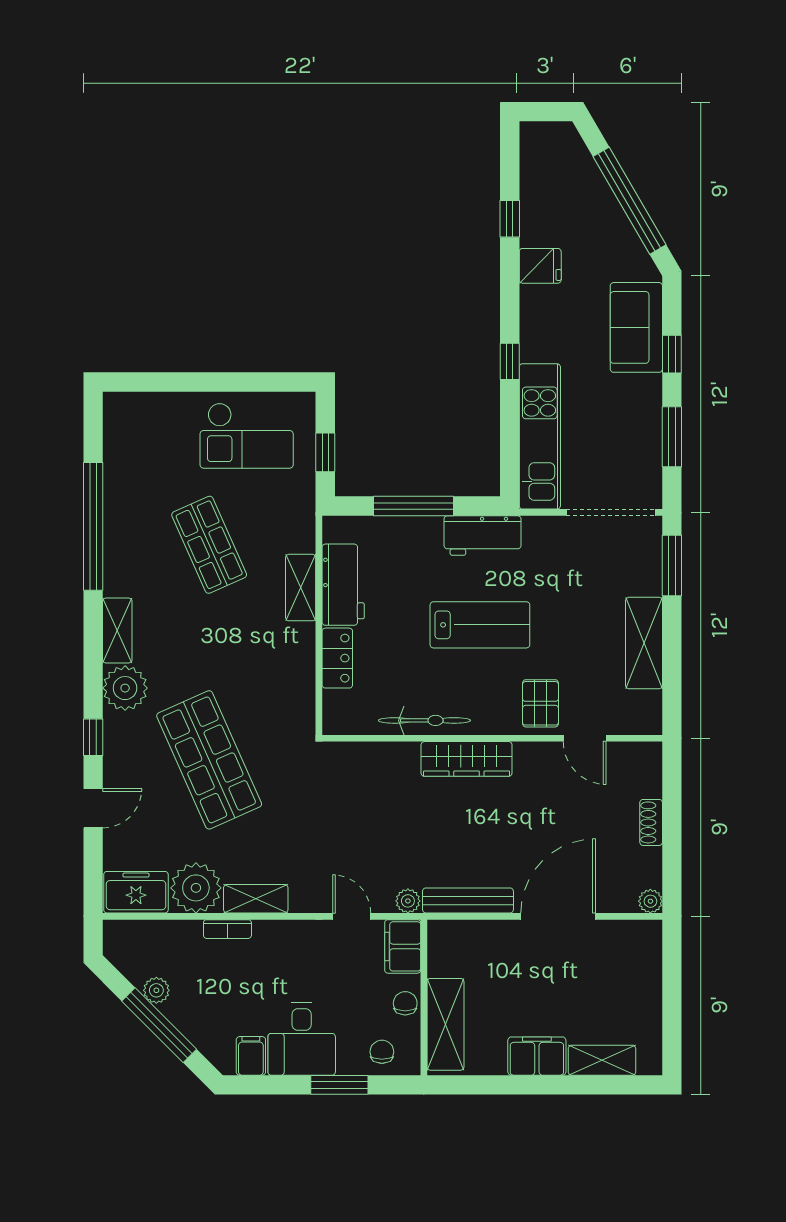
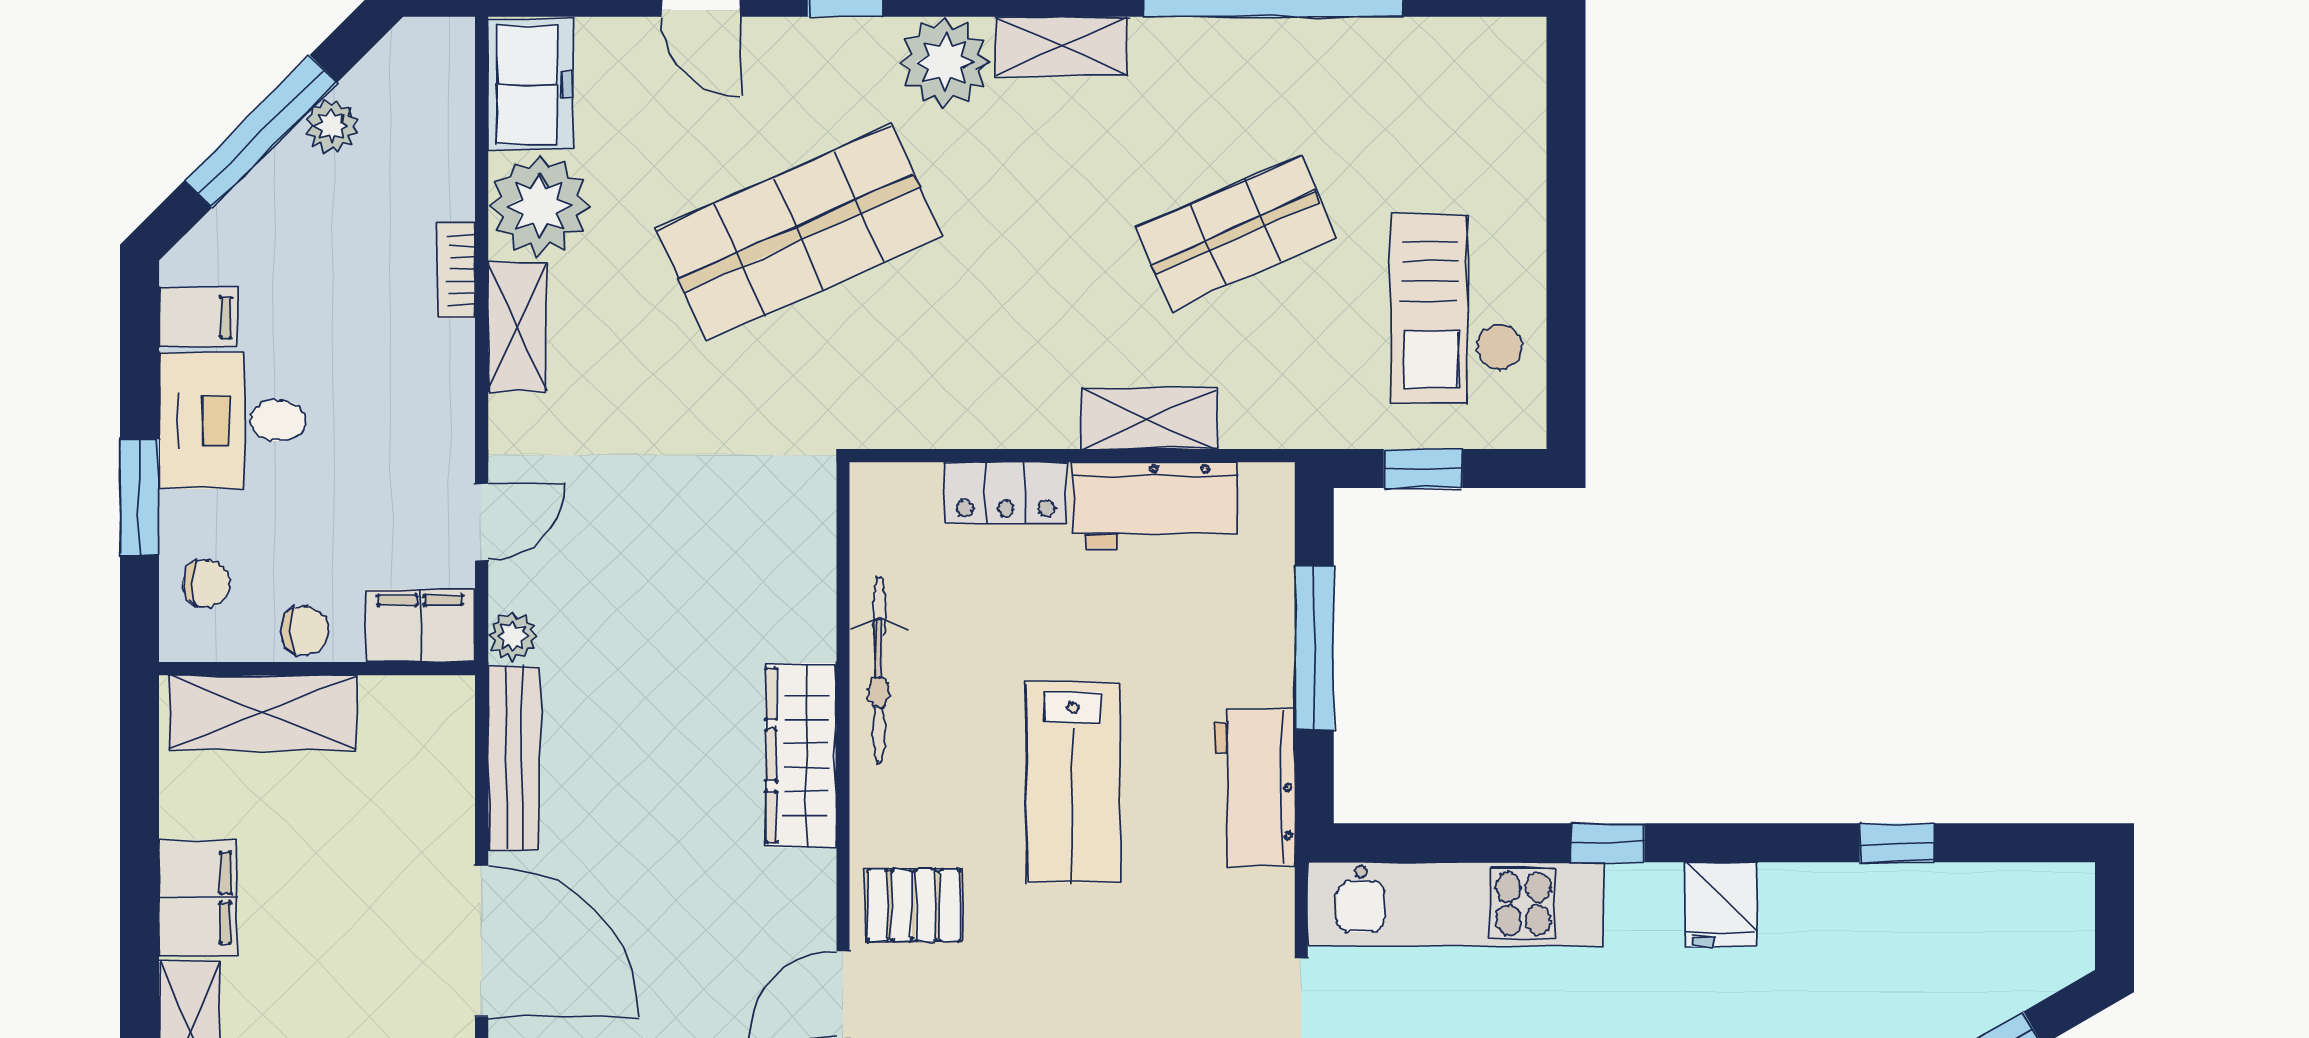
fridge: (540, 266) -> (1721, 905), moved

